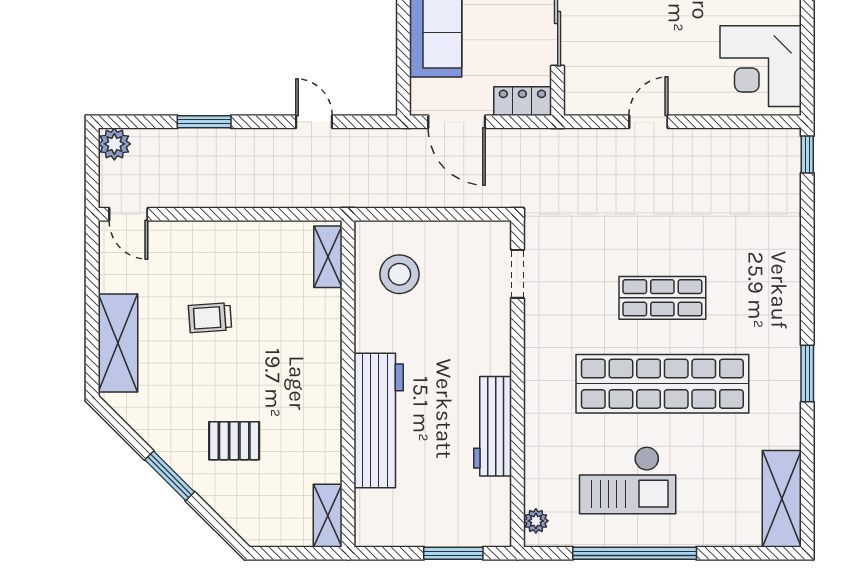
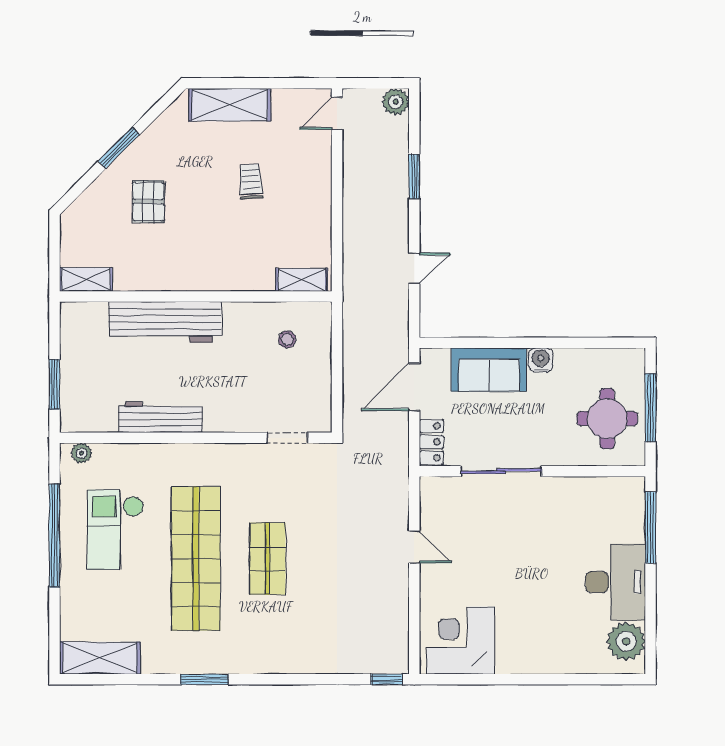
stool: (399, 274) -> (287, 339), width x0.53, depth x0.53

